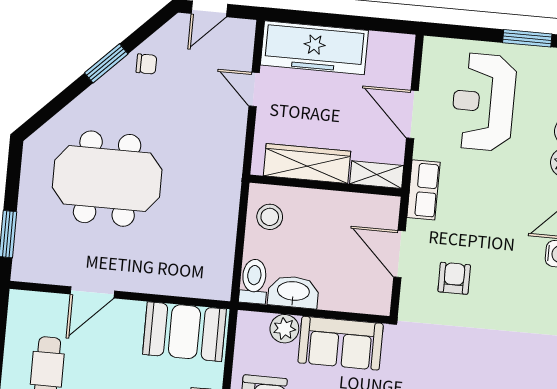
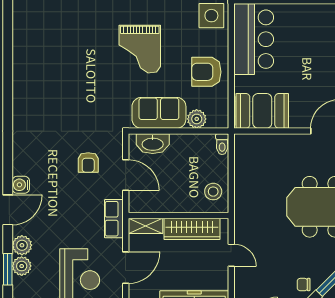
door: (254, 89) -> (231, 255), moved
door: (412, 114) -> (126, 268), hinge flipped
toilet: (254, 281) -> (222, 144), width x0.73, depth x0.72
washbasin: (293, 292) -> (153, 144), moved

